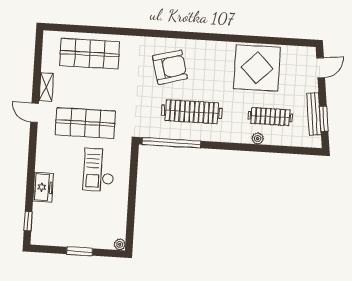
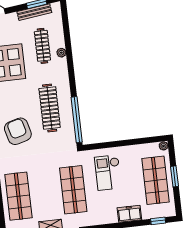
checkout: (99, 170) -> (108, 173), turned 90
shop shelf: (79, 227) -> (156, 180), added

